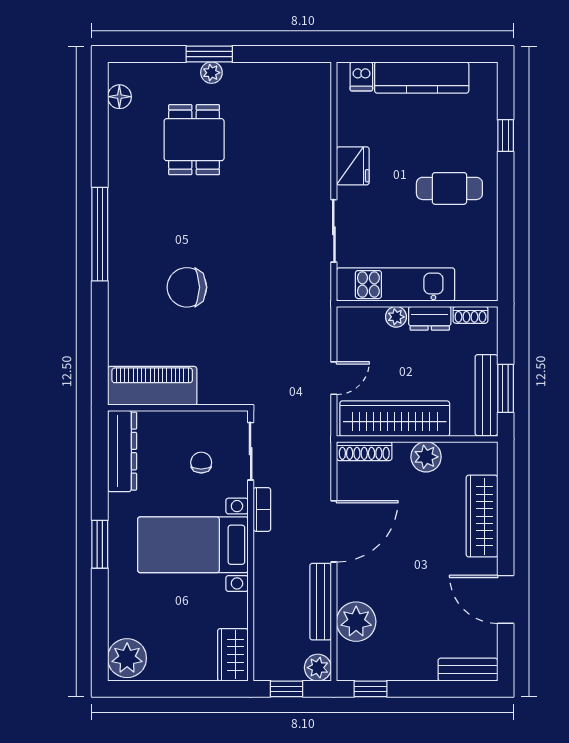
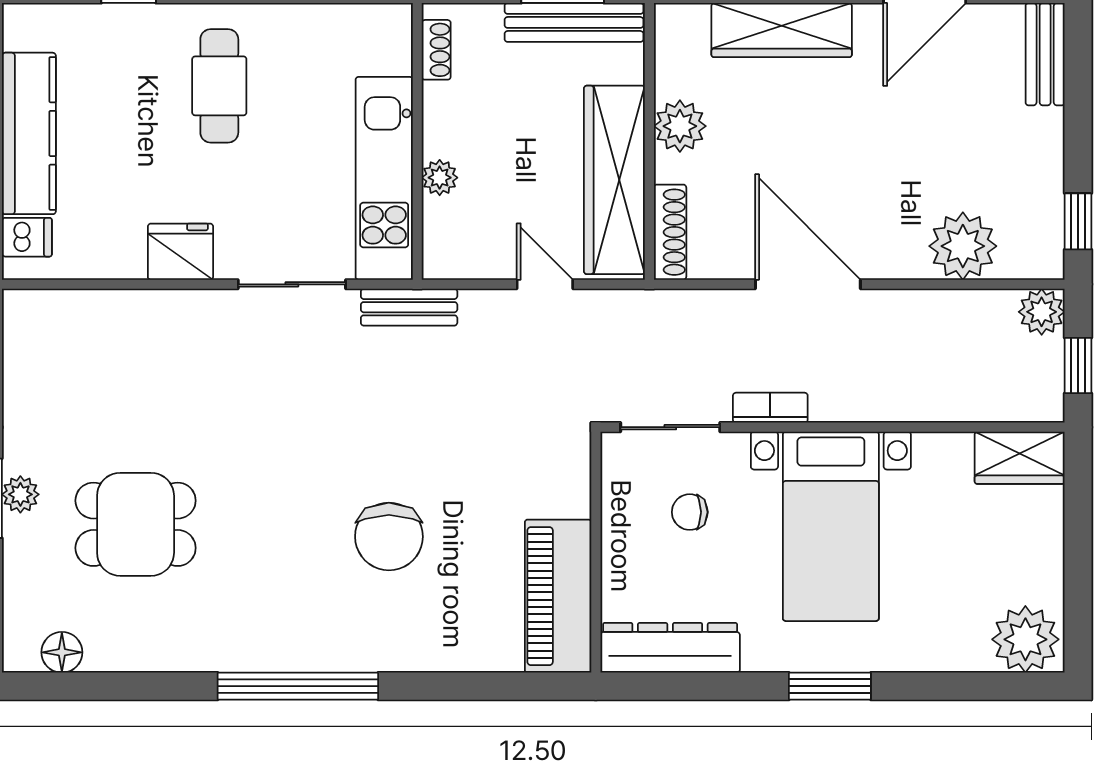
dresser: (430, 318) -> (442, 120), removed
bench: (321, 602) -> (409, 307), moved, width x0.73

